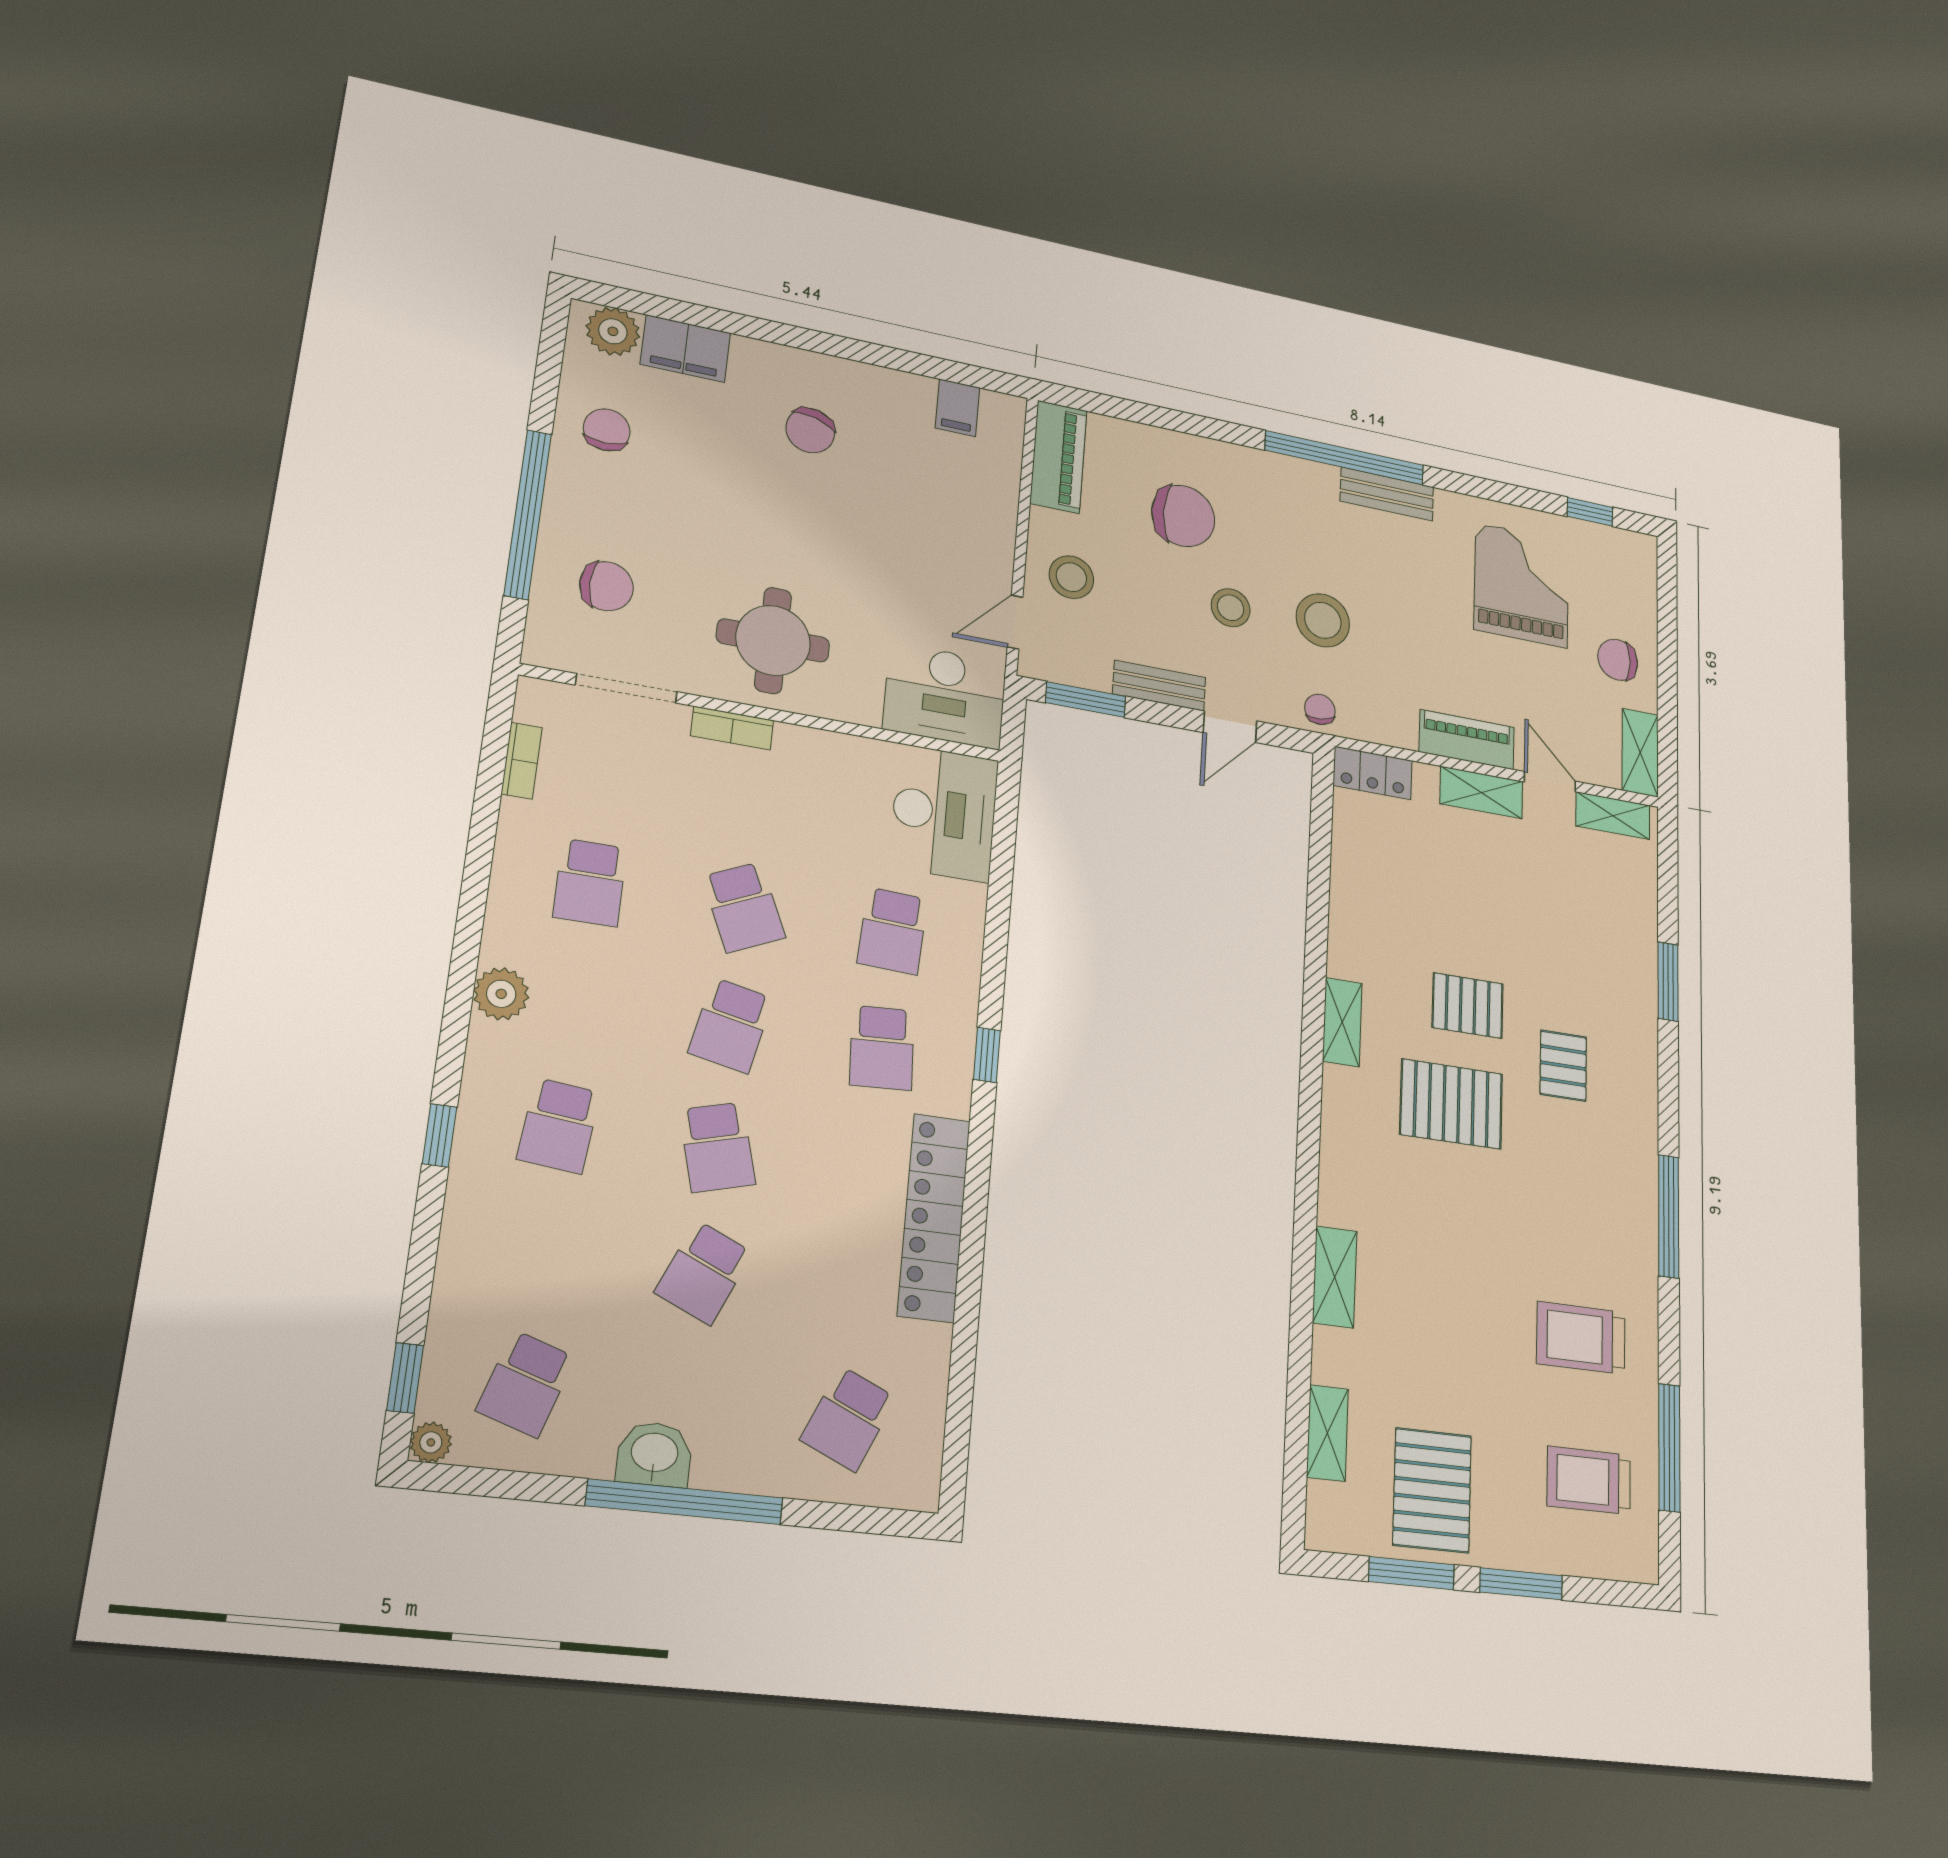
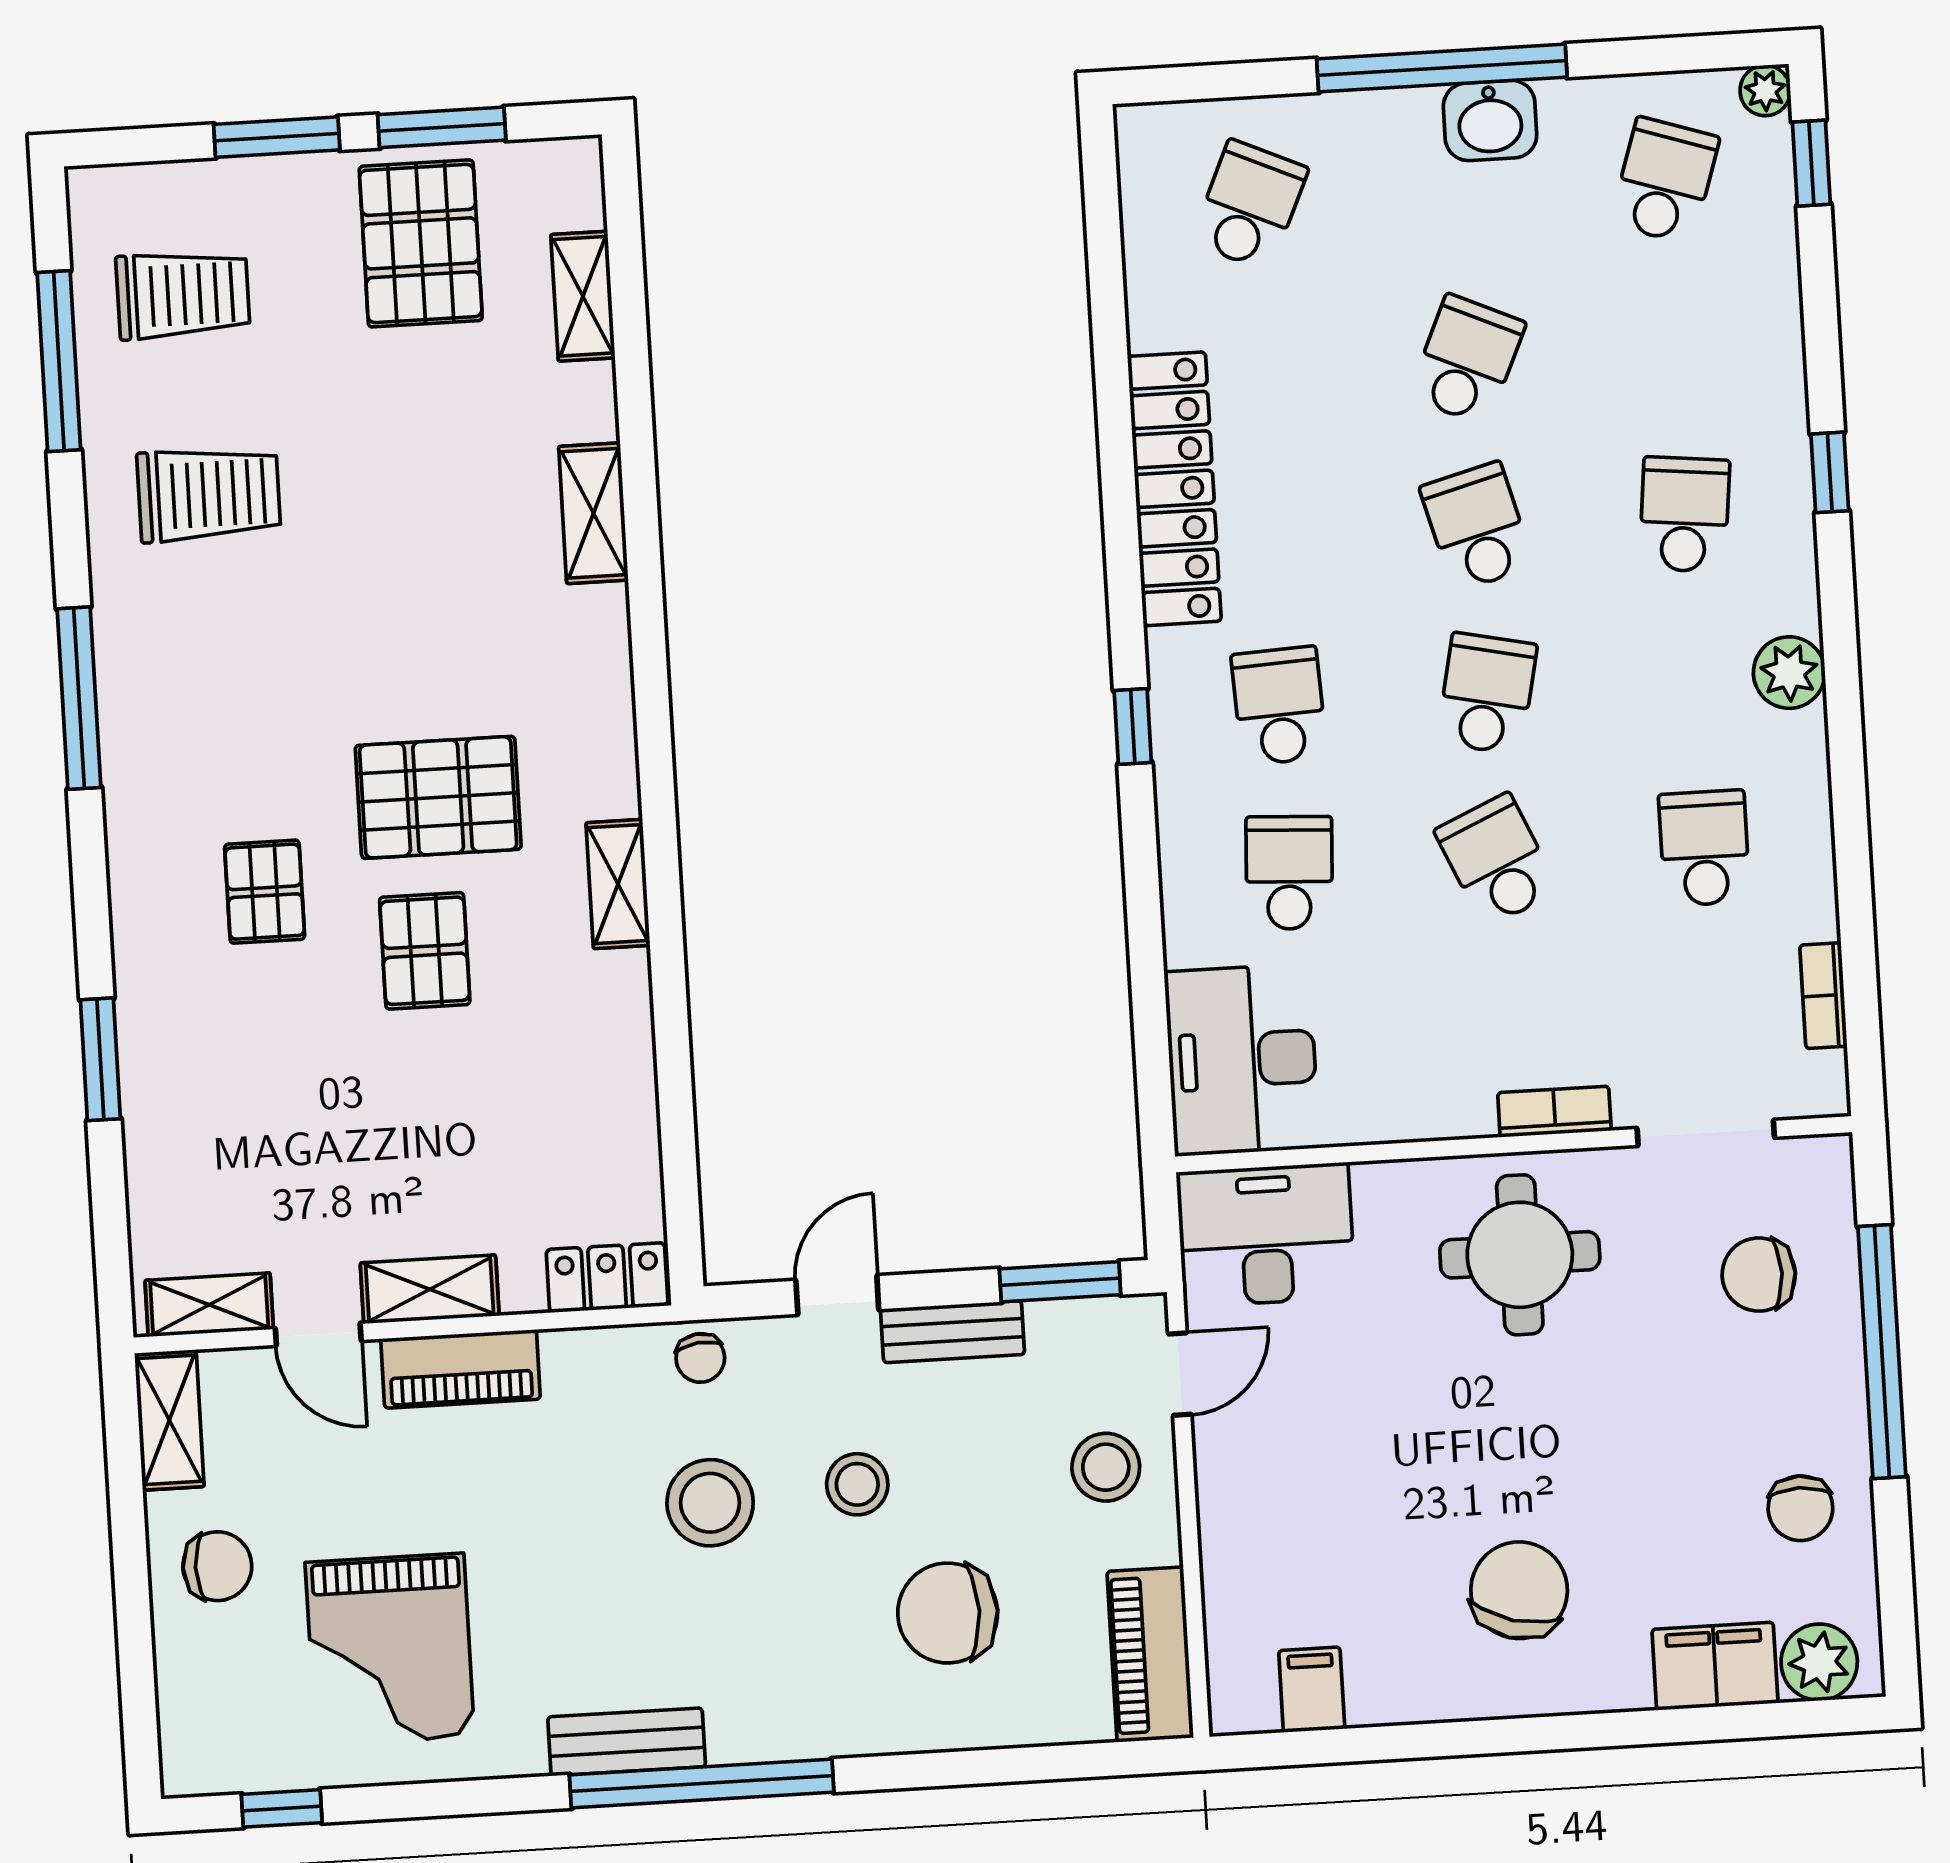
chair: (810, 430) -> (1519, 1590), width x1.37, depth x1.37
pallet: (1468, 1006) -> (425, 951), turned 90

